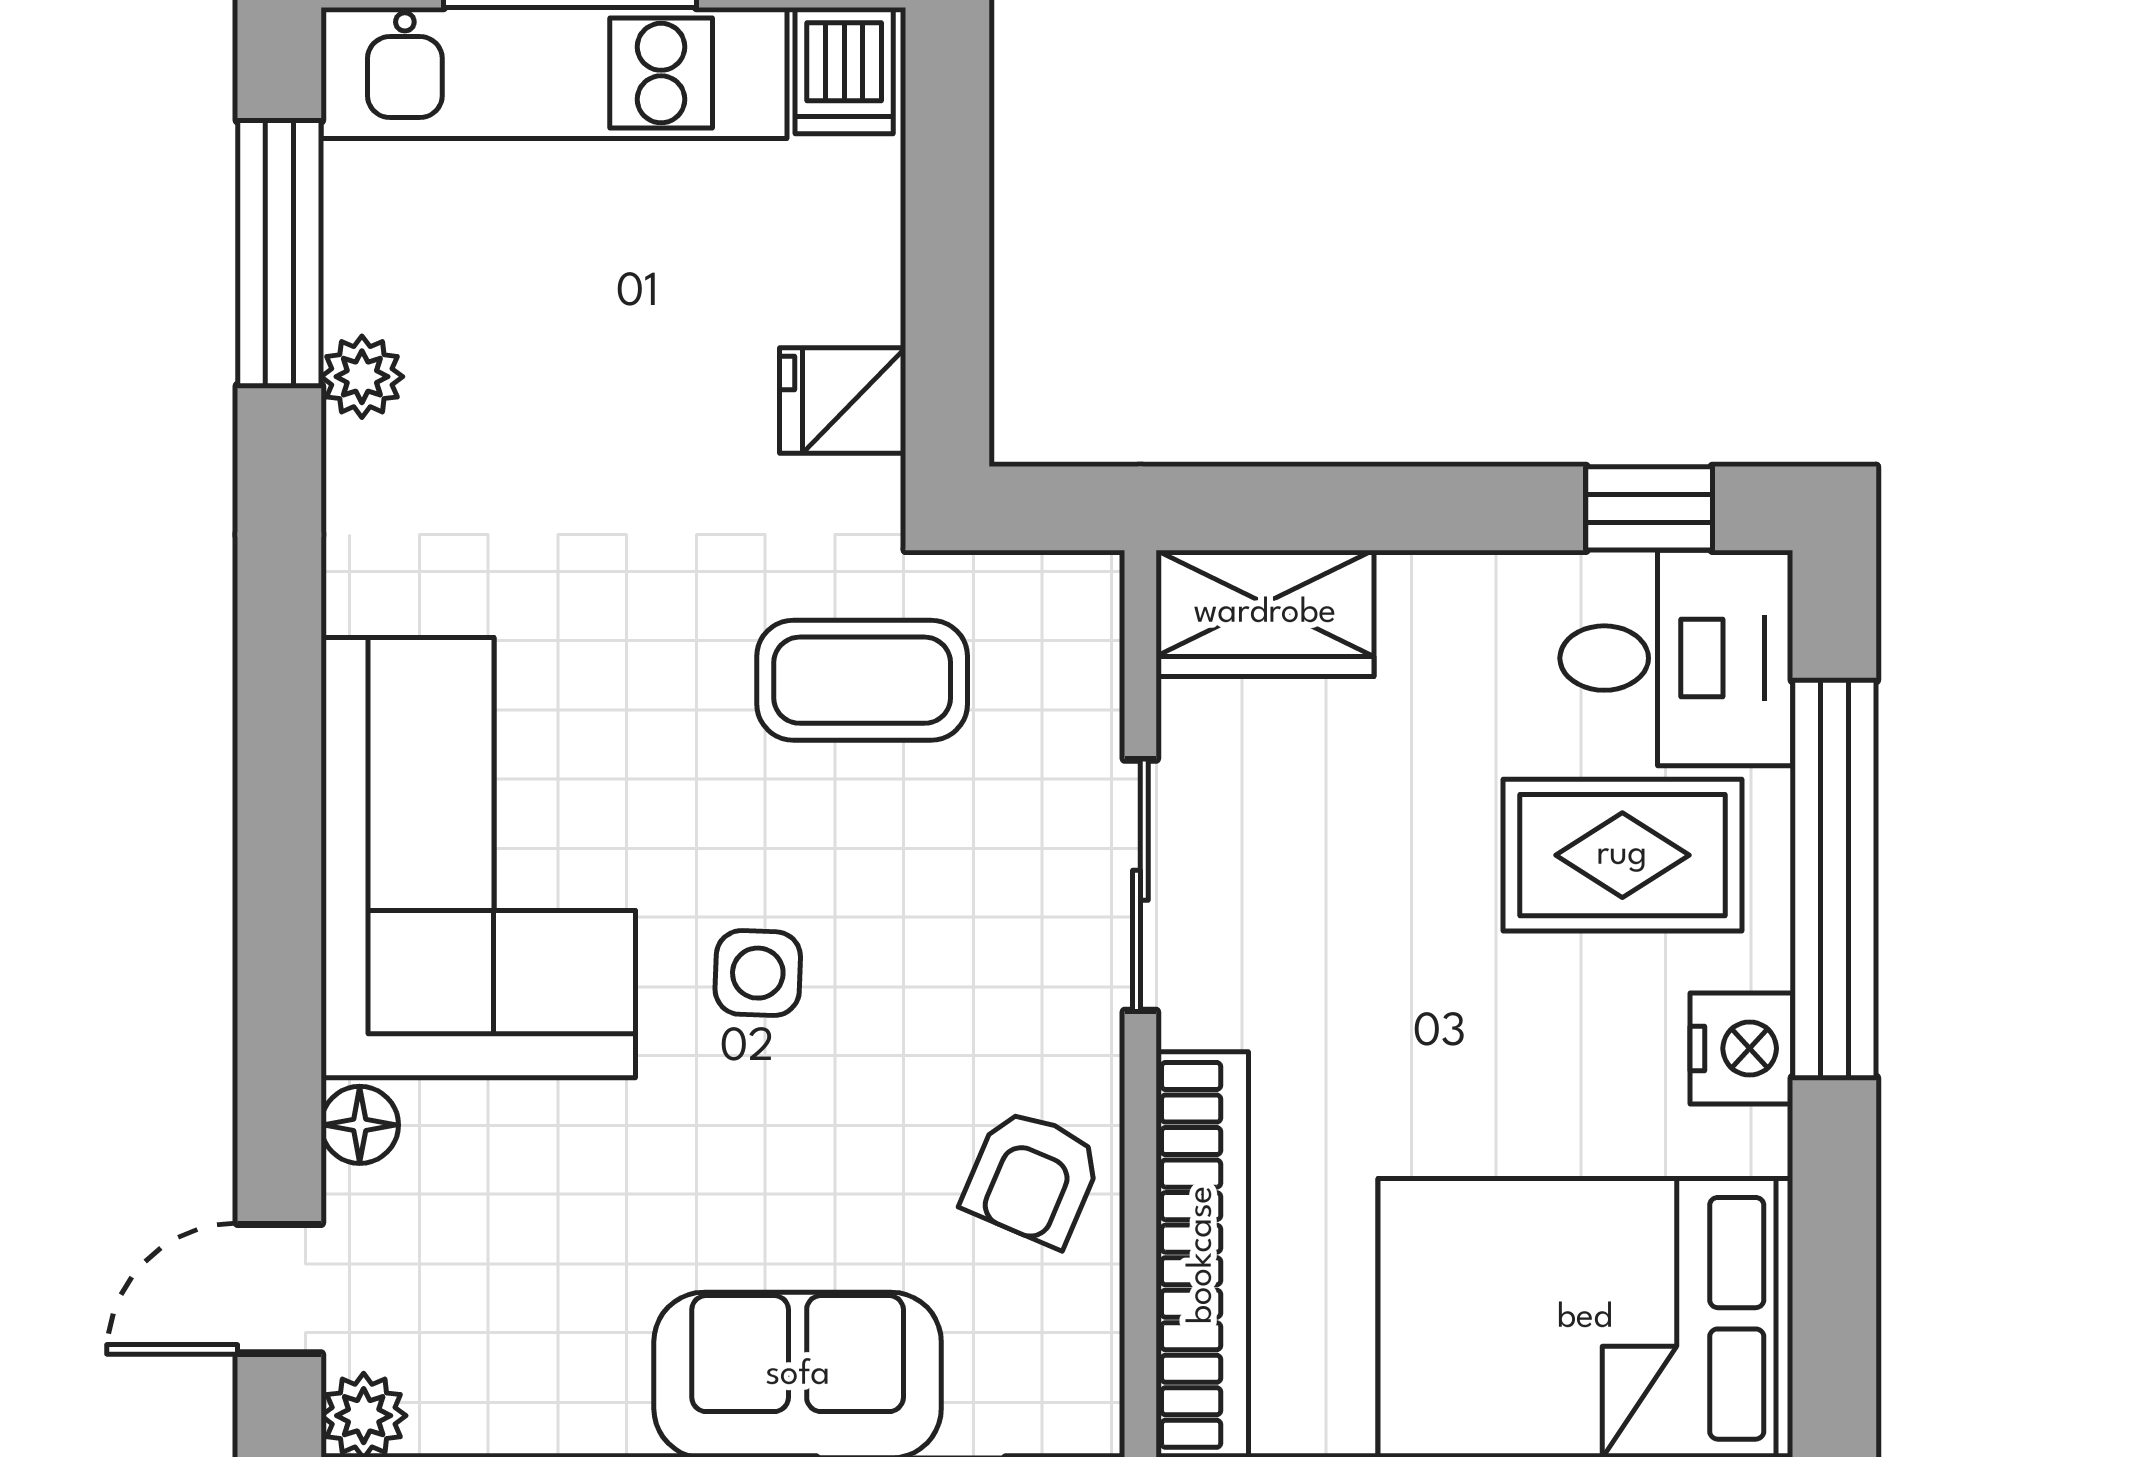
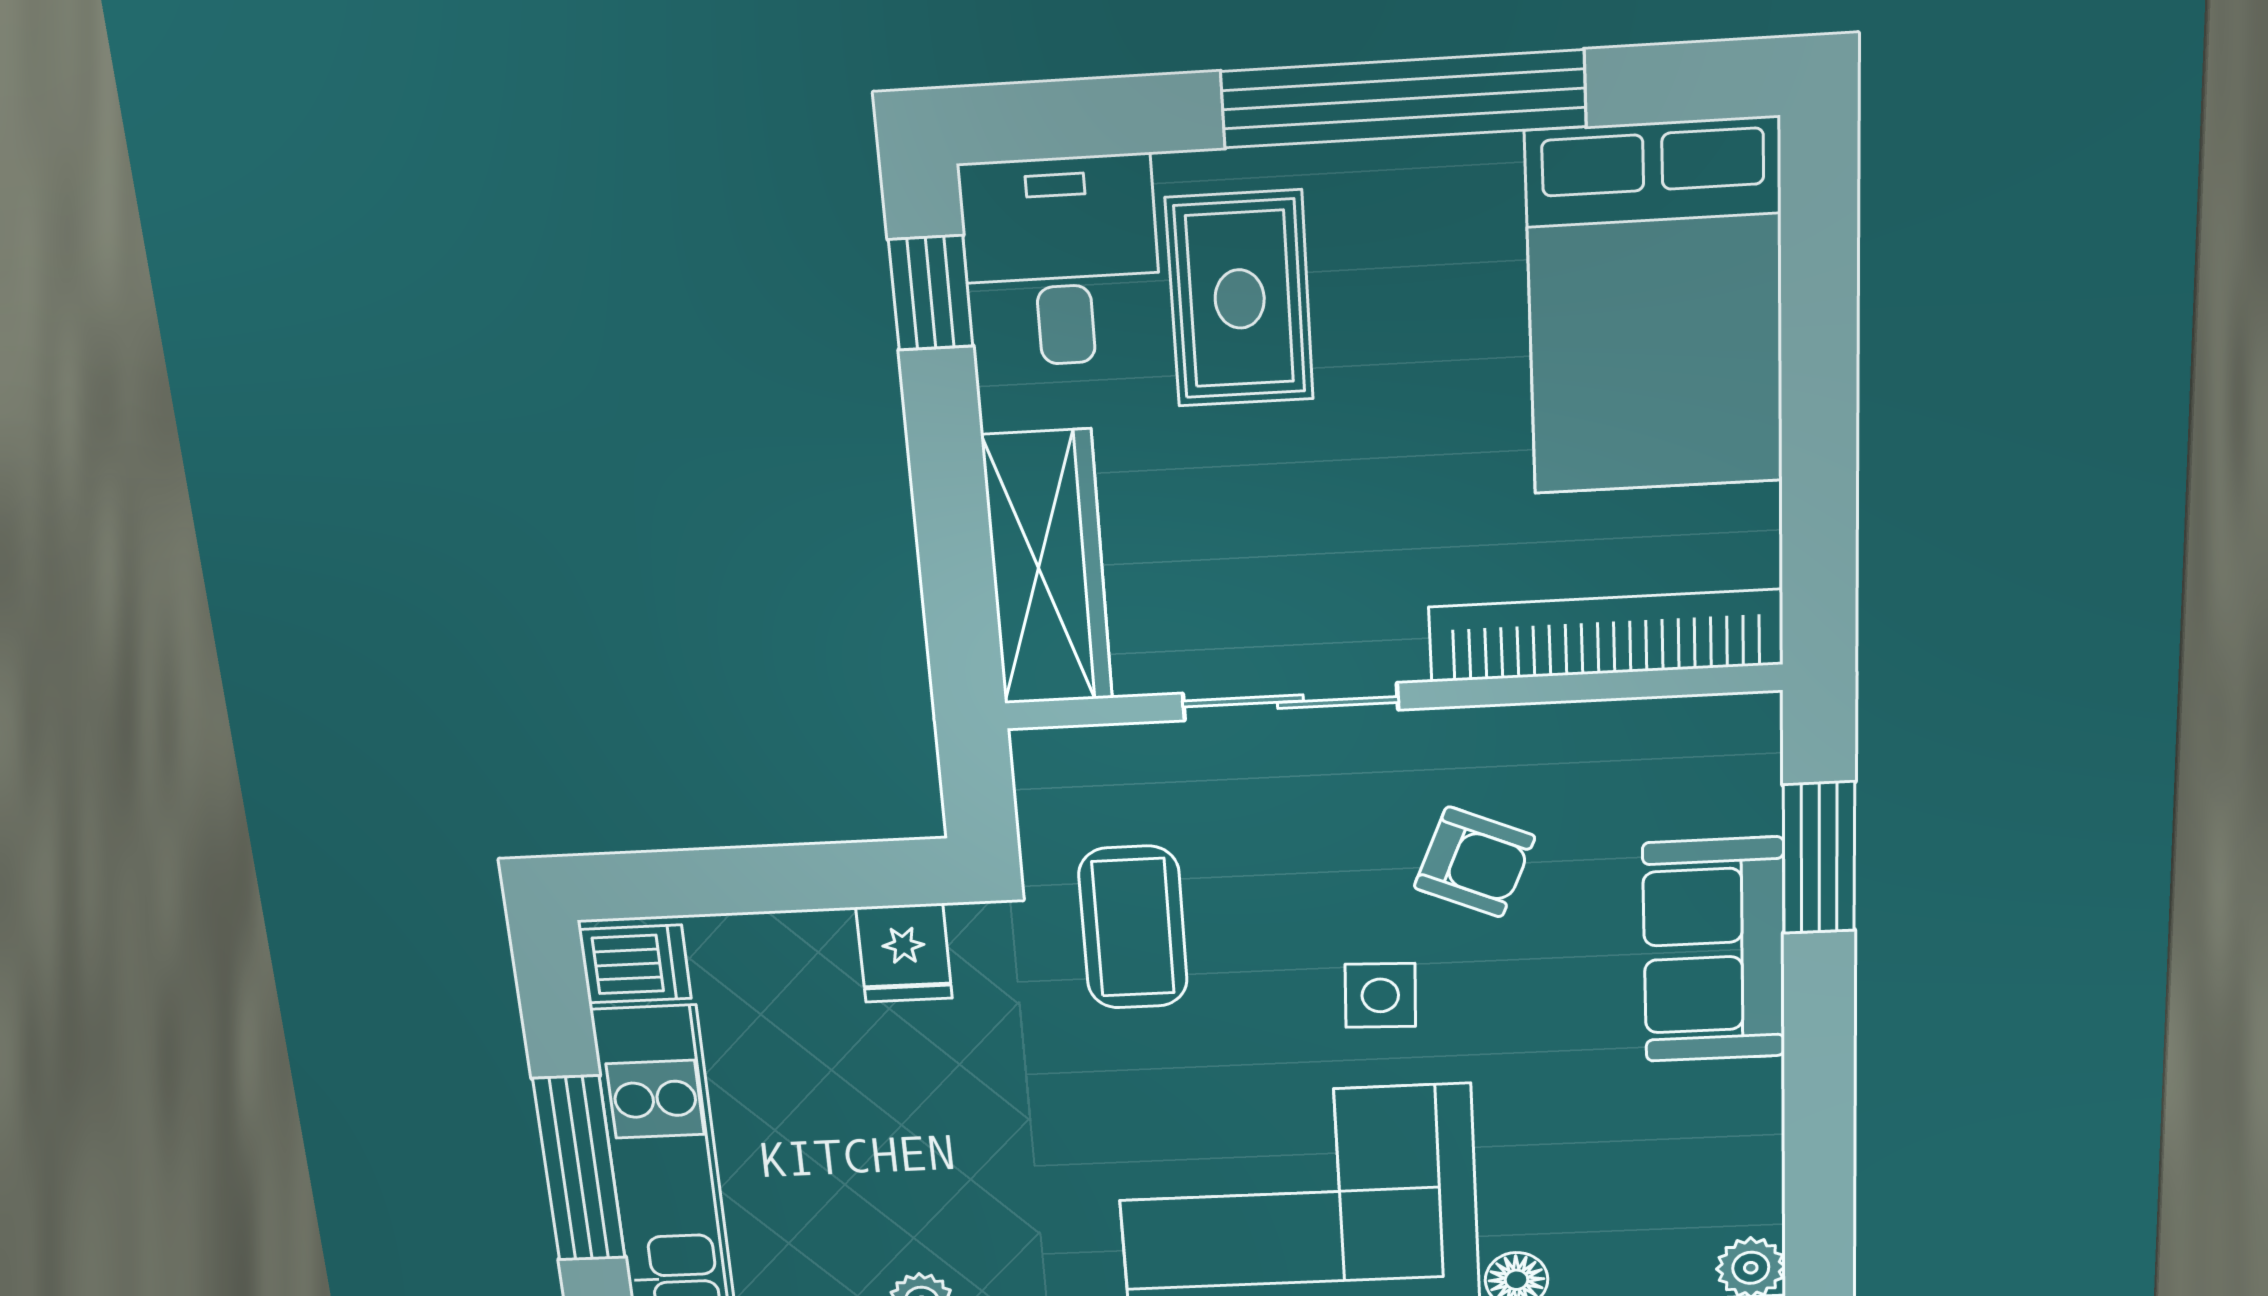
wardrobe: (1265, 613) -> (1047, 568), width x1.50
window: (1834, 879) -> (1403, 99), moved
nightstand: (1741, 1048) -> (1408, 183), removed
armchair: (1032, 1177) -> (1474, 862), moved

